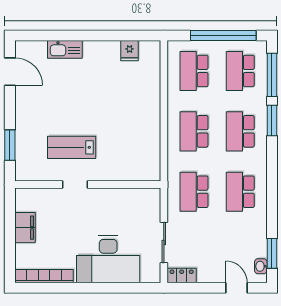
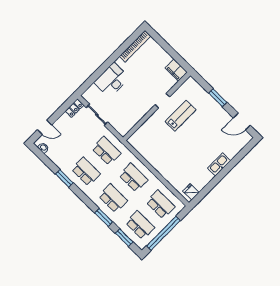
kitchen sink: (65, 49) -> (219, 165), moved
fridge: (130, 51) -> (191, 192), moved
window: (272, 75) -> (124, 238), width x0.69
window: (10, 145) -> (218, 98), moved
filing cabinet: (25, 228) -> (176, 70), moved
window: (272, 253) -> (64, 178), moved
desk: (108, 259) -> (112, 80), width x0.73, depth x0.77

